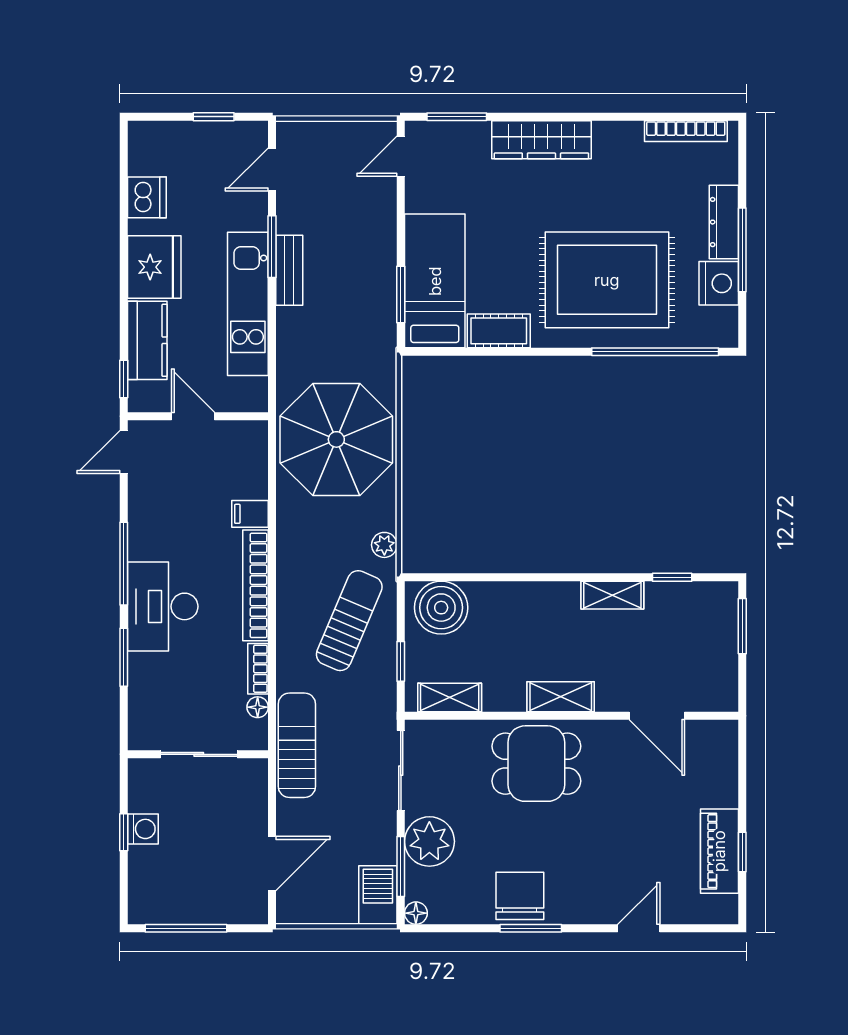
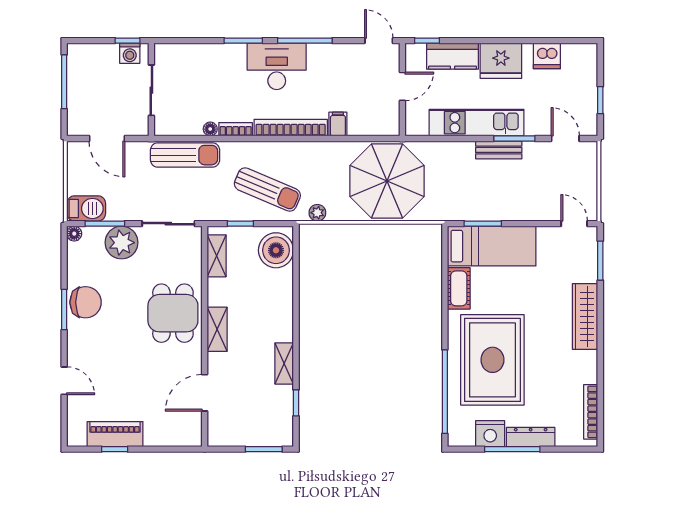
wall: (198, 754) -> (151, 90), moved
sliding door: (199, 754) -> (151, 90), moved

